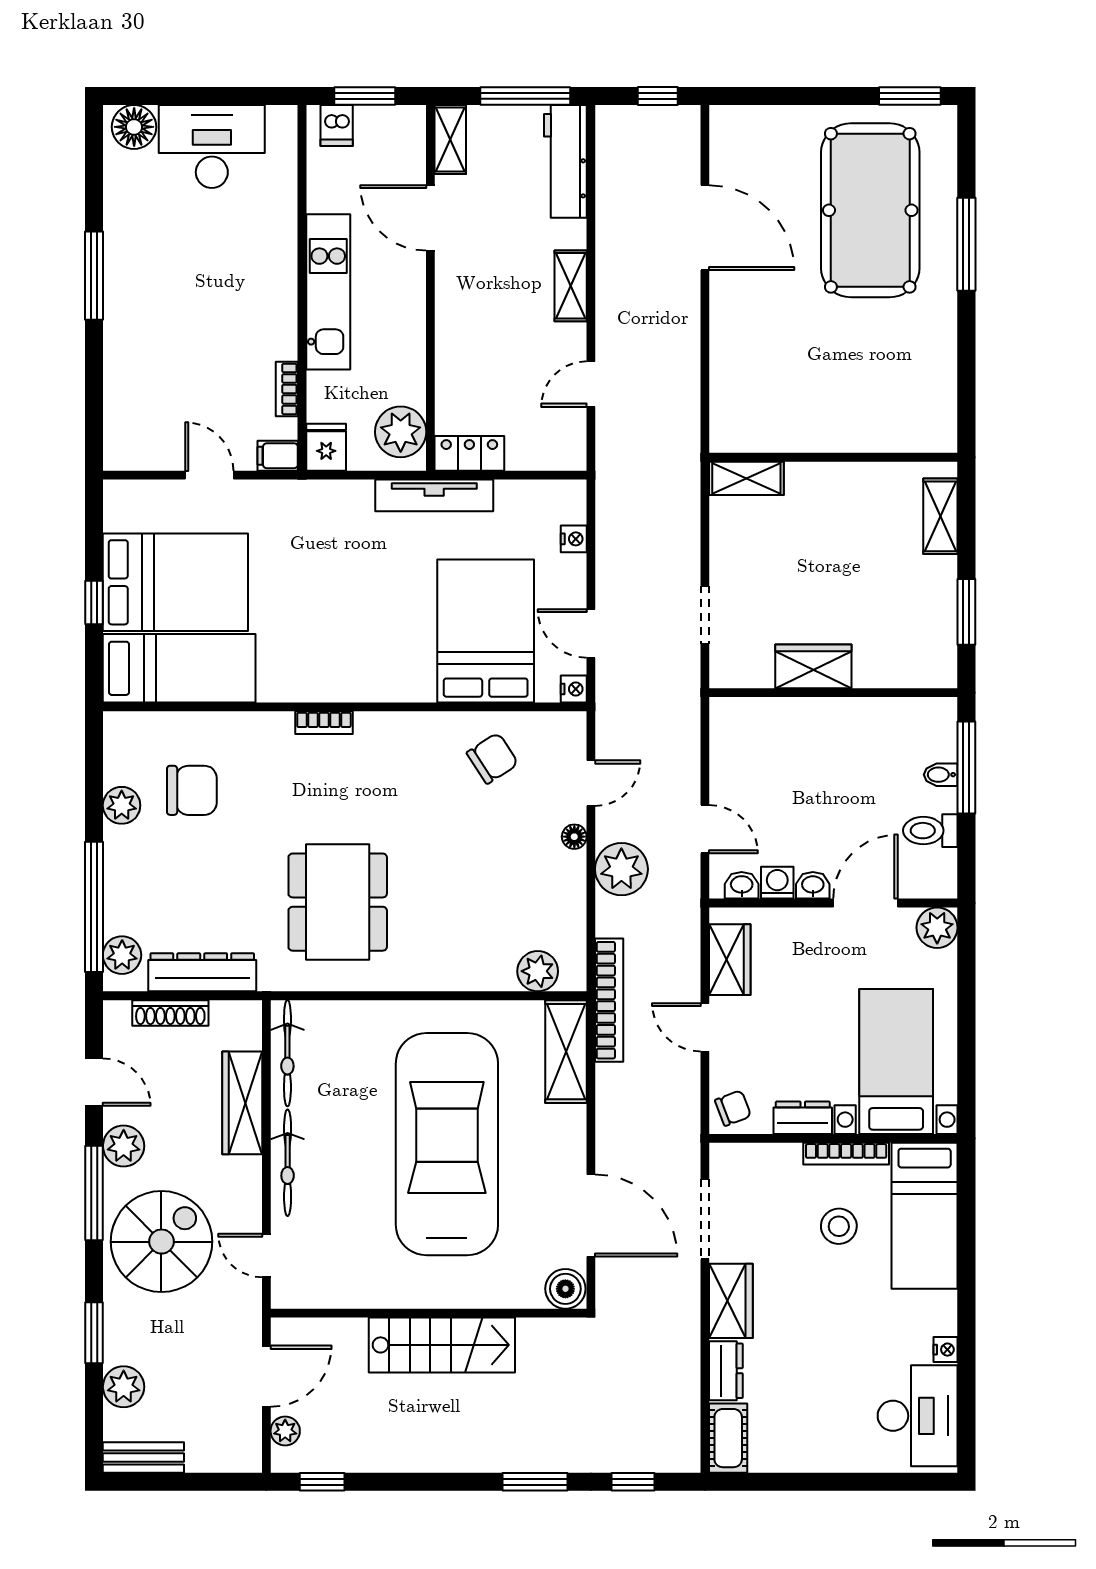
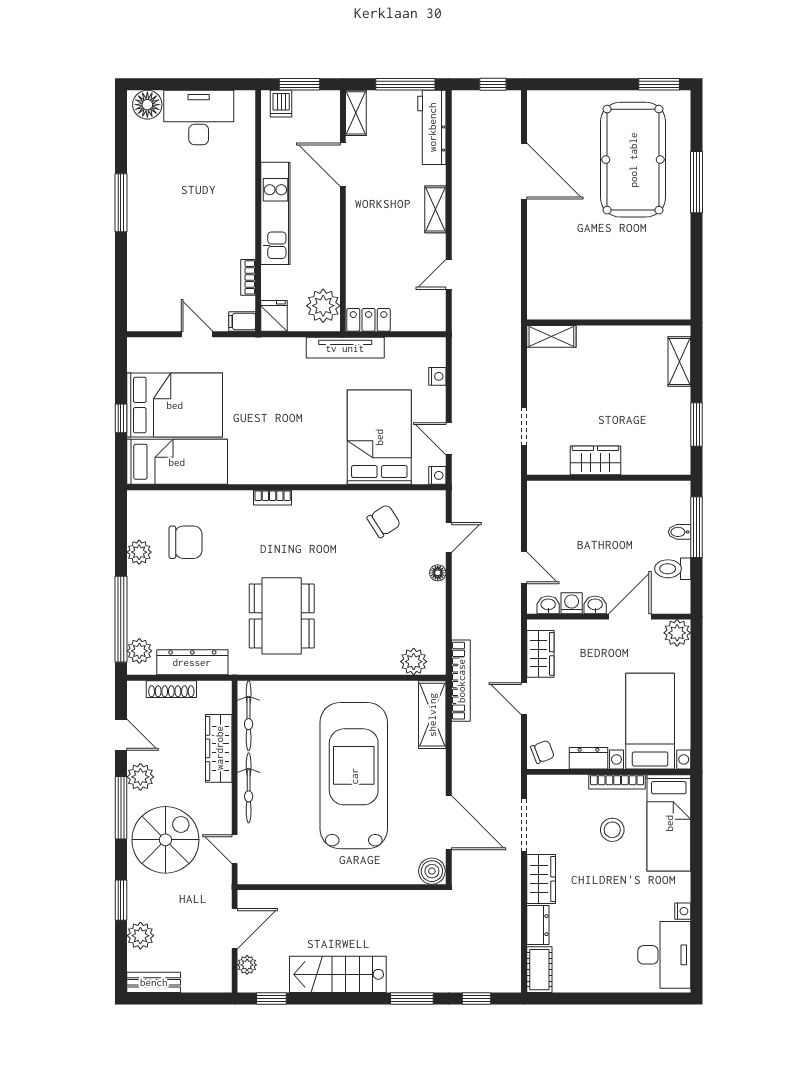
plant: (621, 869) -> (469, 594), removed
stairs: (442, 1345) -> (338, 974), moved, turned 180

